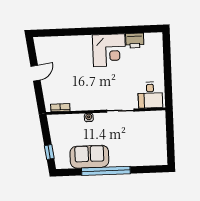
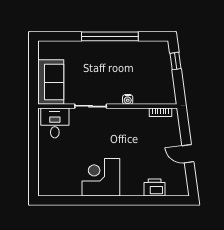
printer: (135, 40) -> (155, 187), moved
door: (36, 73) -> (188, 154), hinge flipped
sofa: (89, 157) -> (51, 82), moved, turned -90

